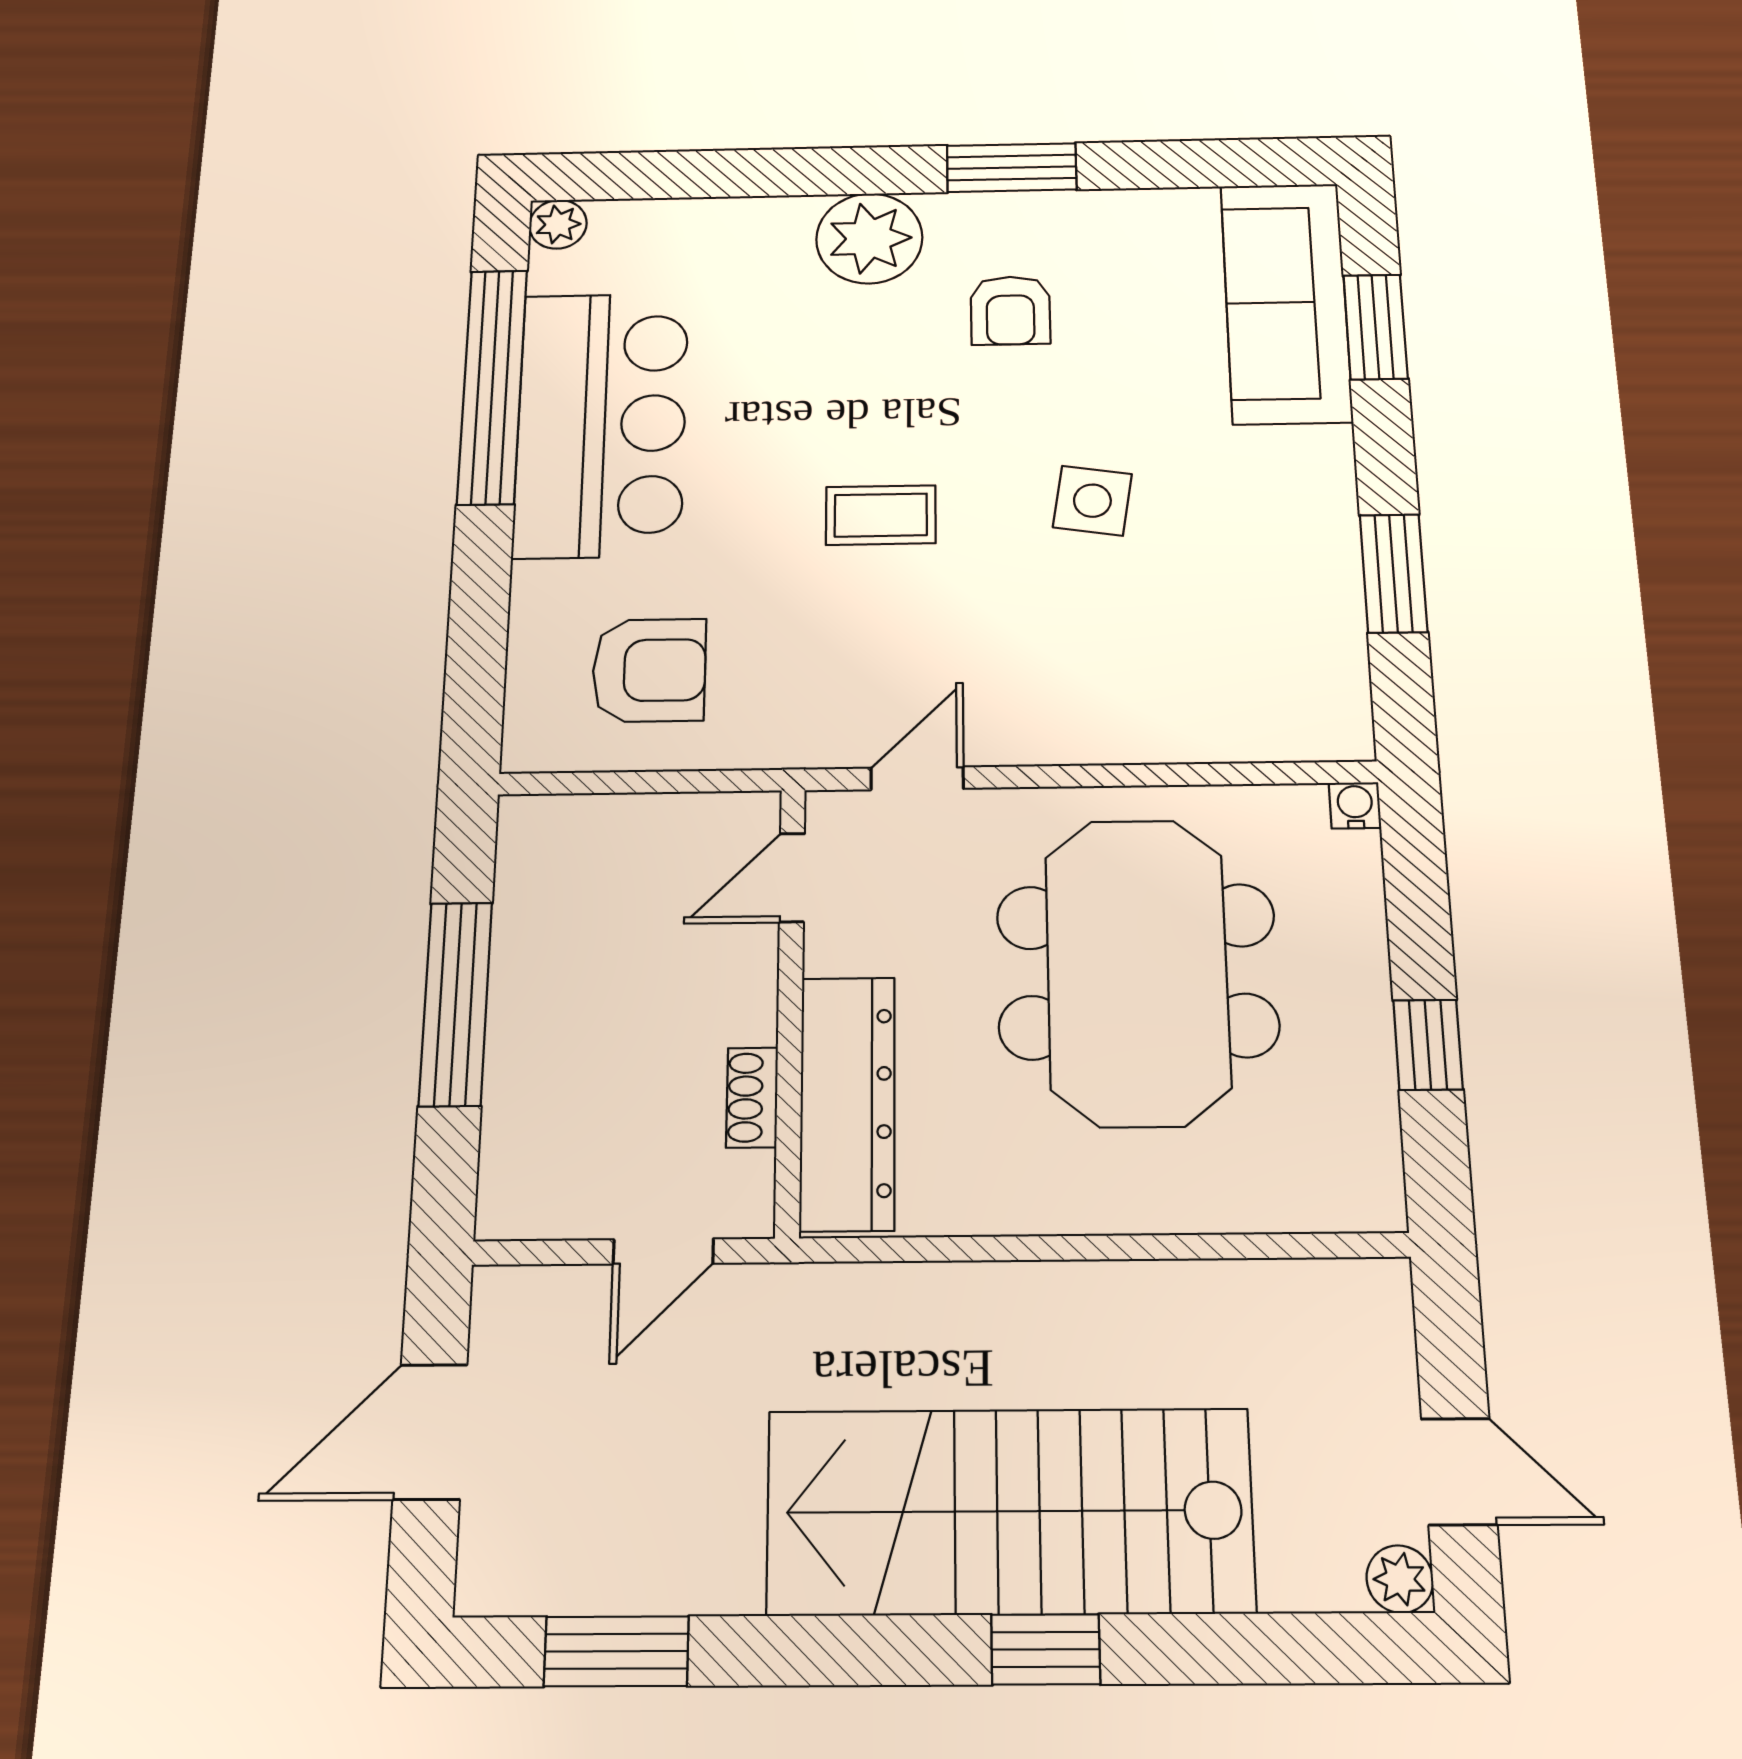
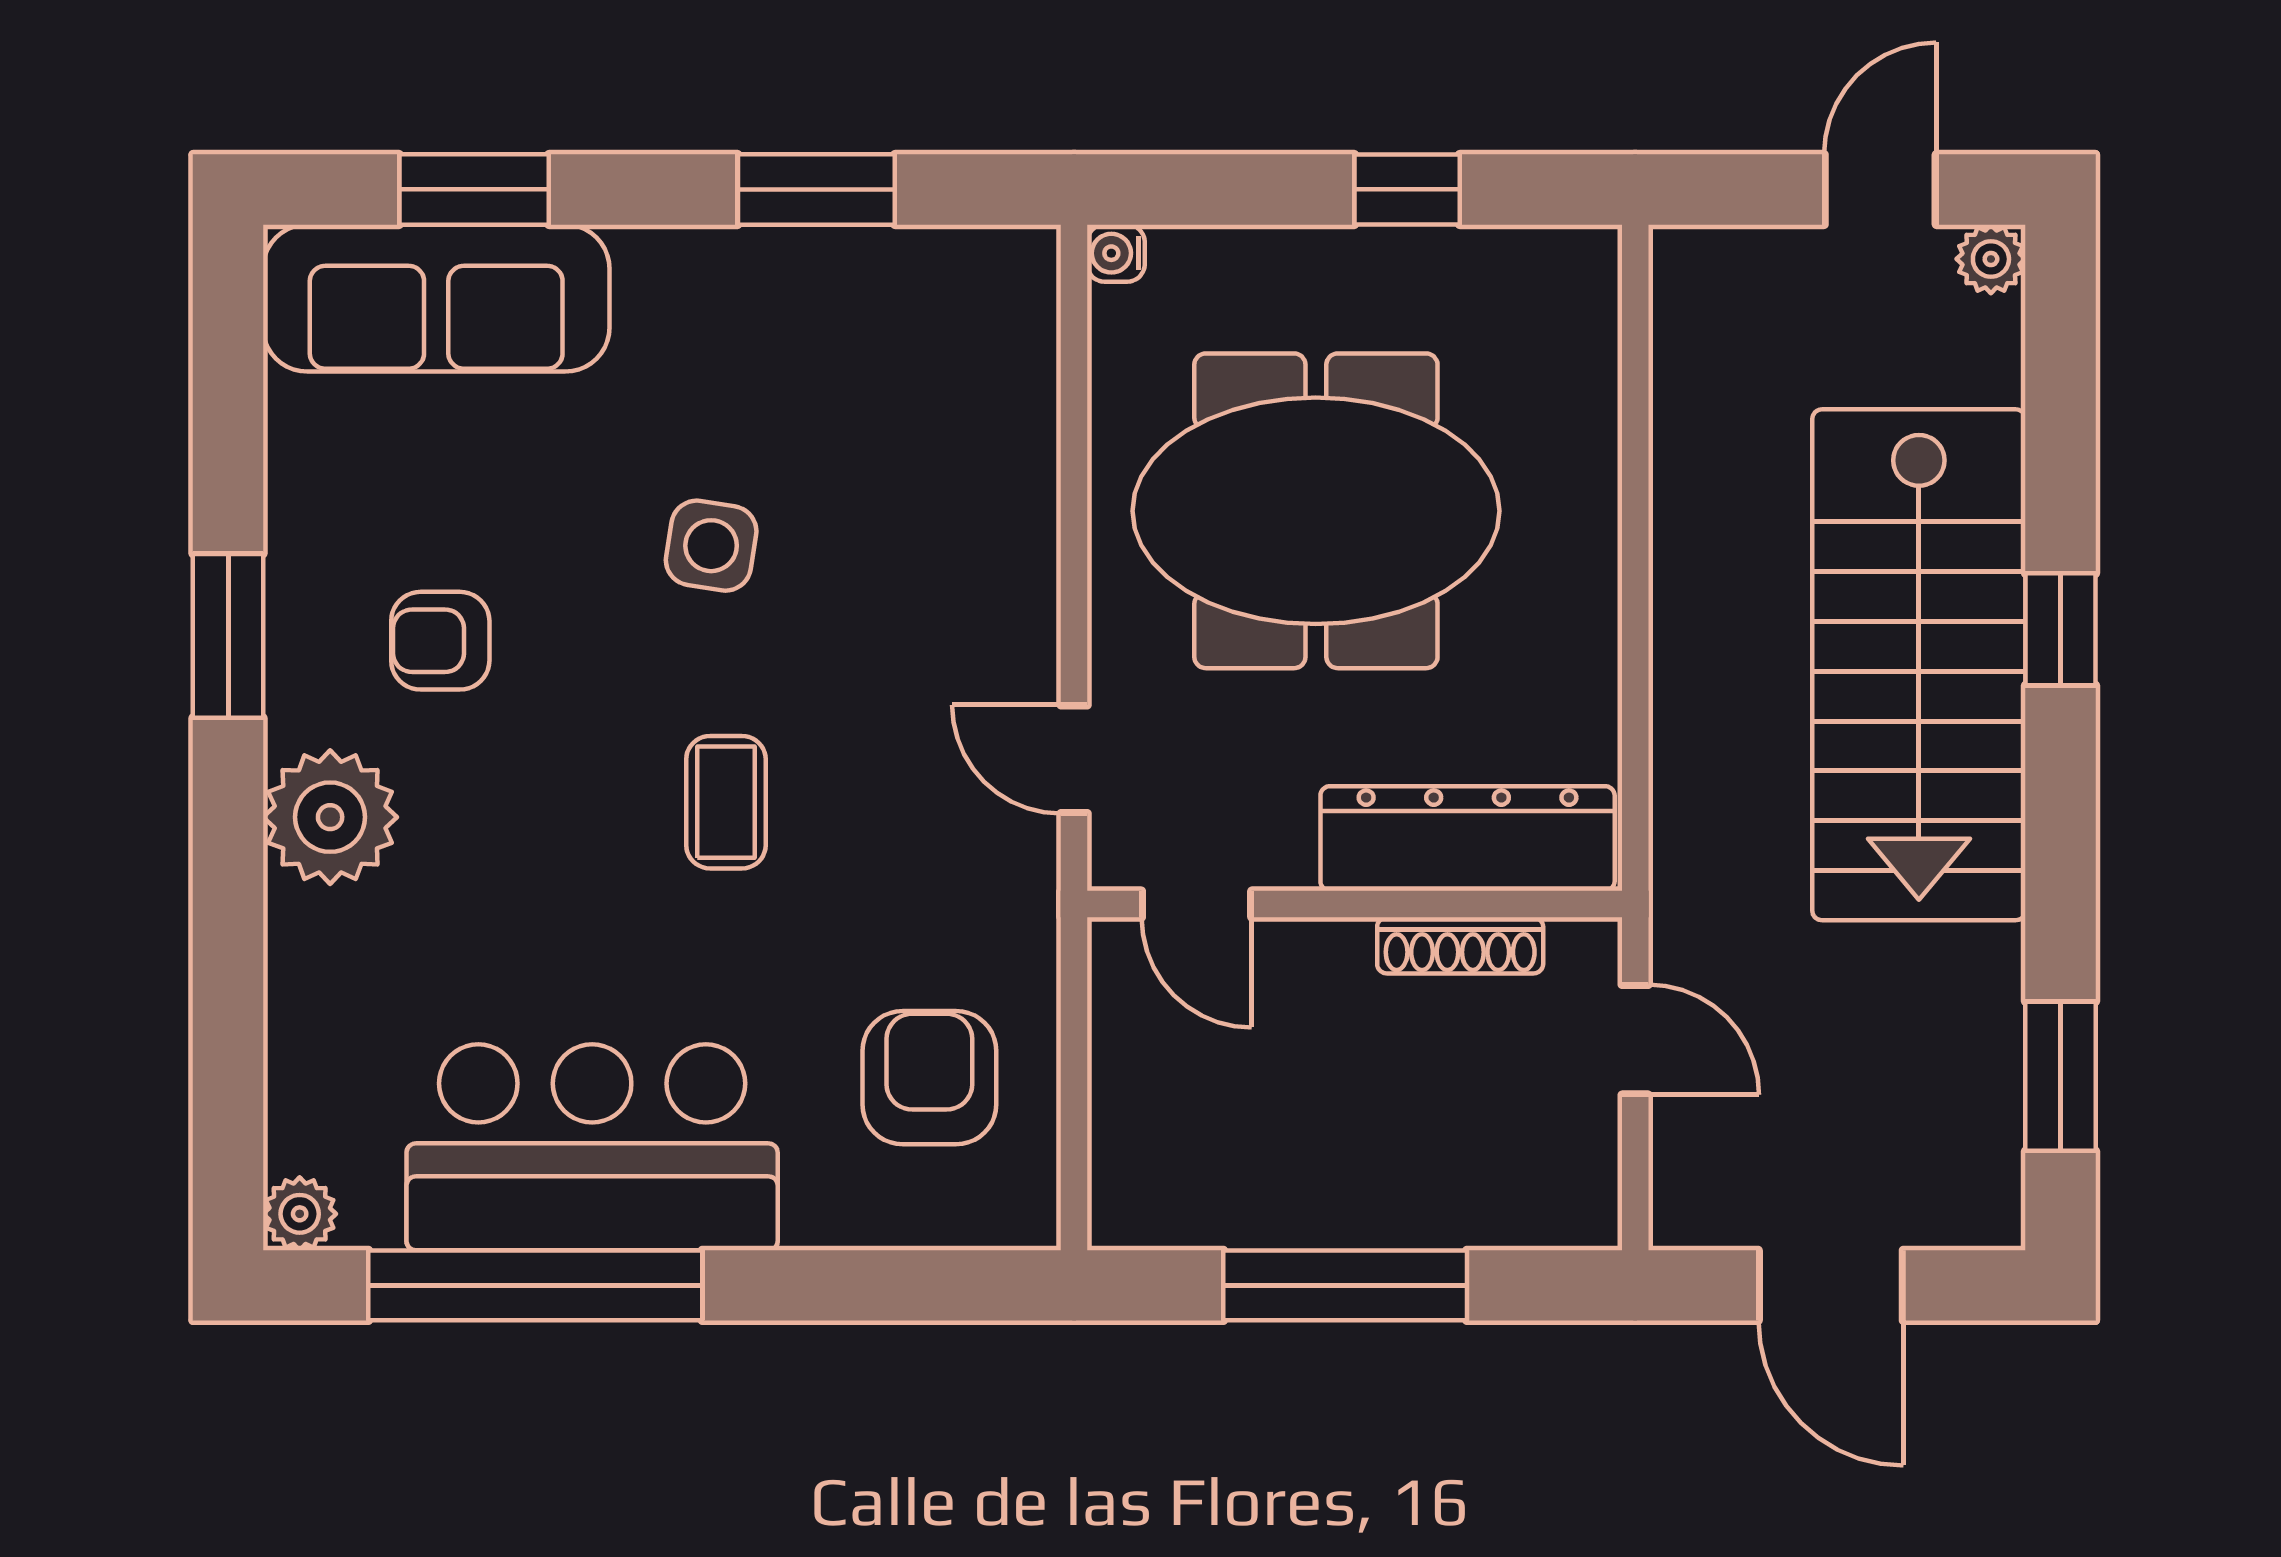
armchair: (1010, 310) -> (440, 641), turned 180
shoe rack: (752, 1097) -> (1460, 945), width x1.43

